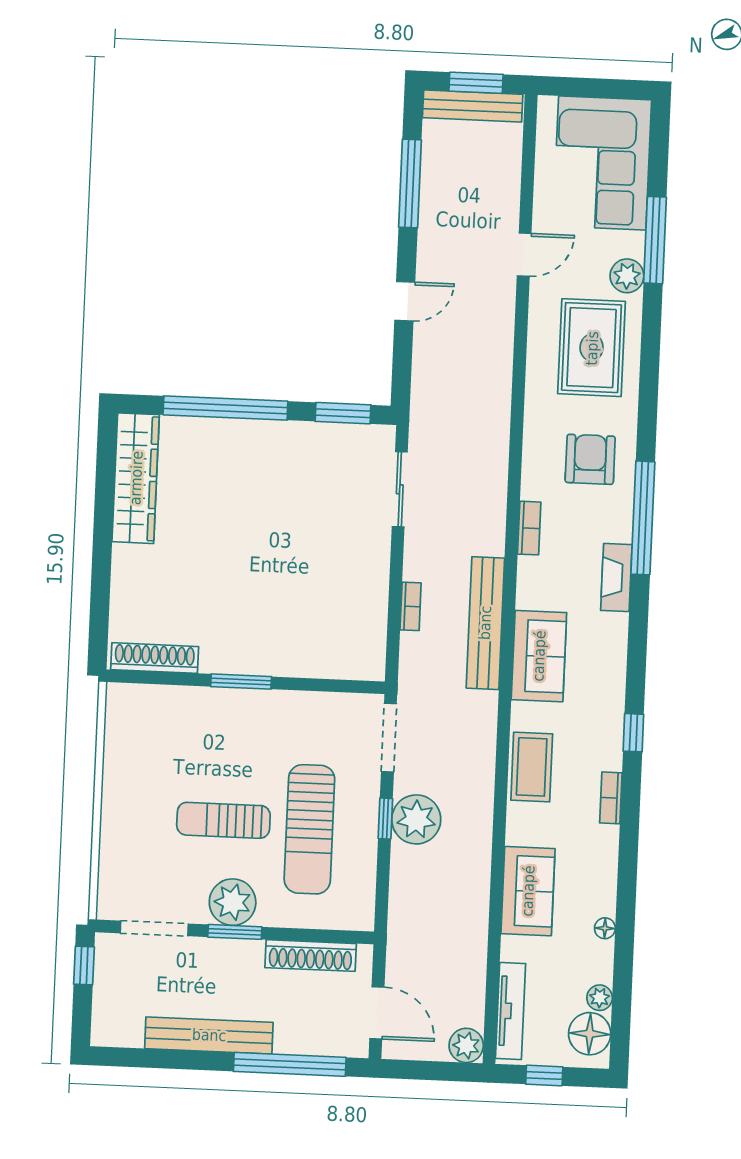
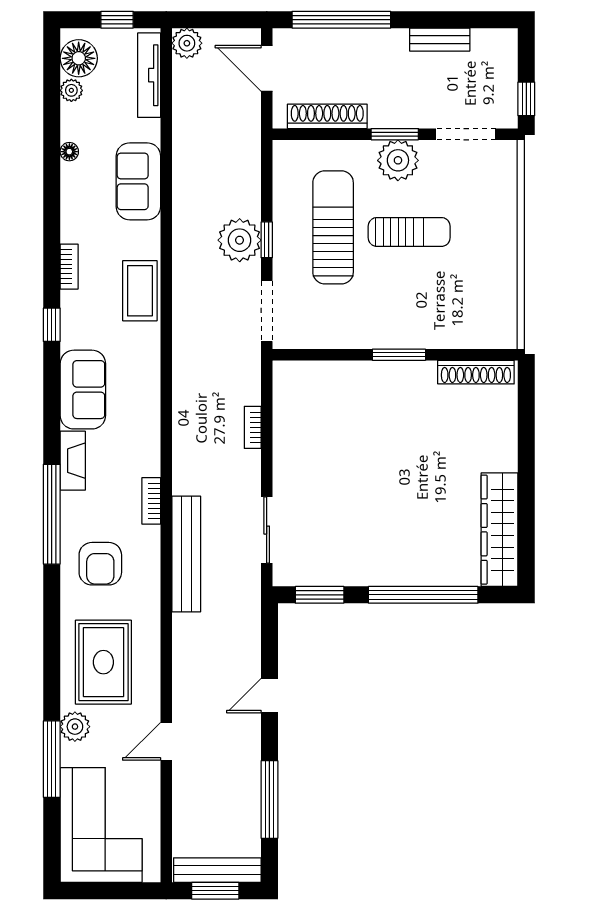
bench: (485, 623) -> (186, 554), moved
sofa: (539, 656) -> (83, 390), moved, turned 180
bench: (209, 1035) -> (440, 40), width x0.54, depth x0.82

